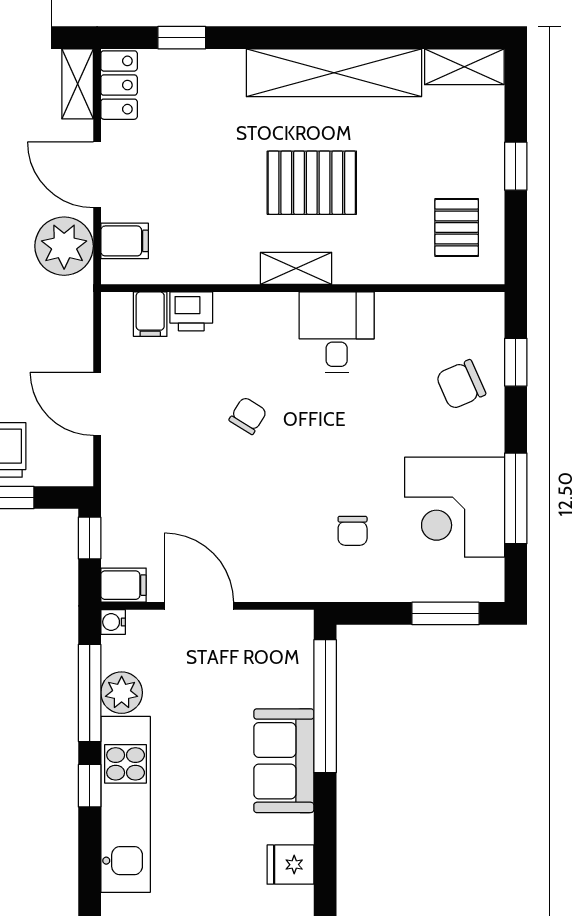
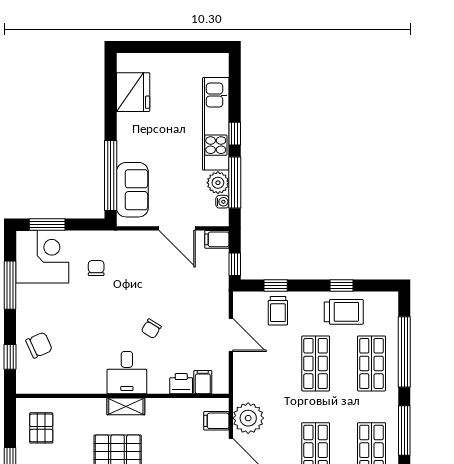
desk: (337, 332) -> (127, 373), moved
corner desk: (455, 507) -> (42, 257), moved
water cooler: (113, 622) -> (222, 202), moved
sofa: (284, 761) -> (132, 190), moved
fridge: (290, 865) -> (133, 92), width x1.88, depth x1.34

